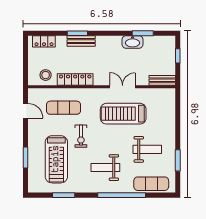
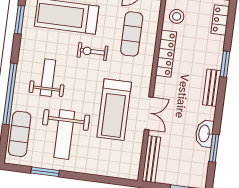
bench: (81, 41) -> (212, 88), moved
bench: (162, 80) -> (151, 159), width x1.36
treadmill: (123, 114) -> (114, 110), turned 180
weight bench: (147, 149) -> (64, 134), width x1.36, depth x1.33

